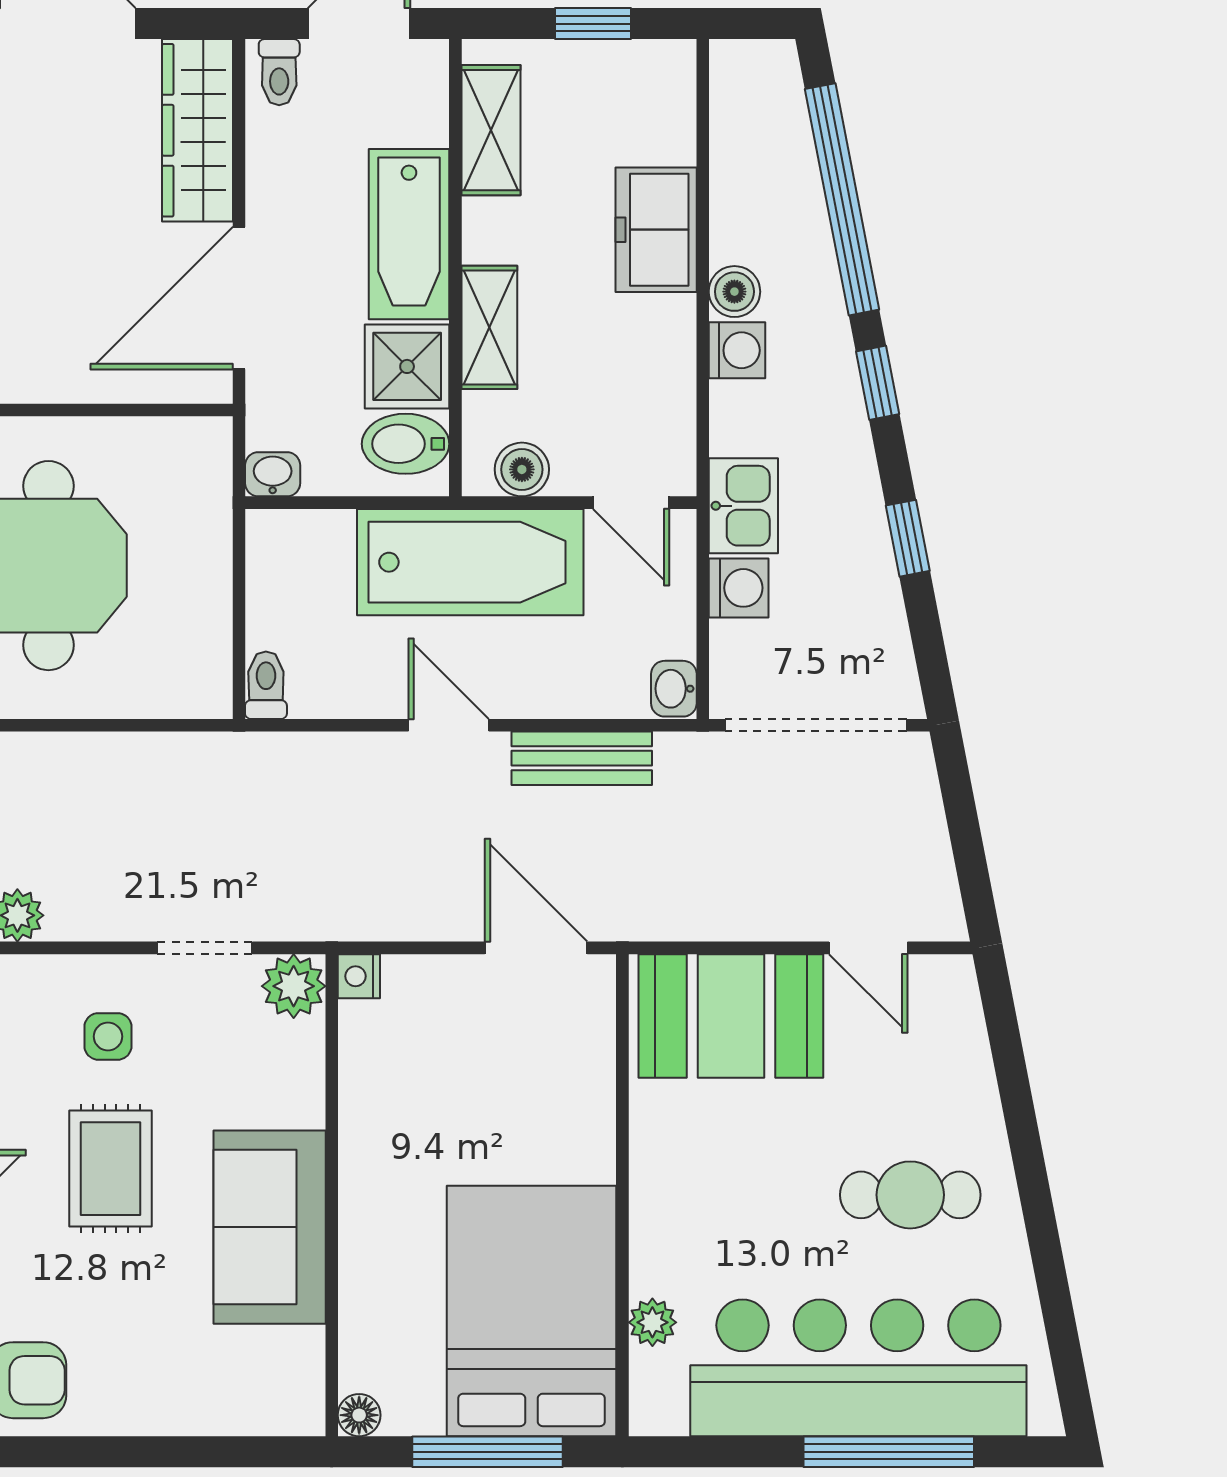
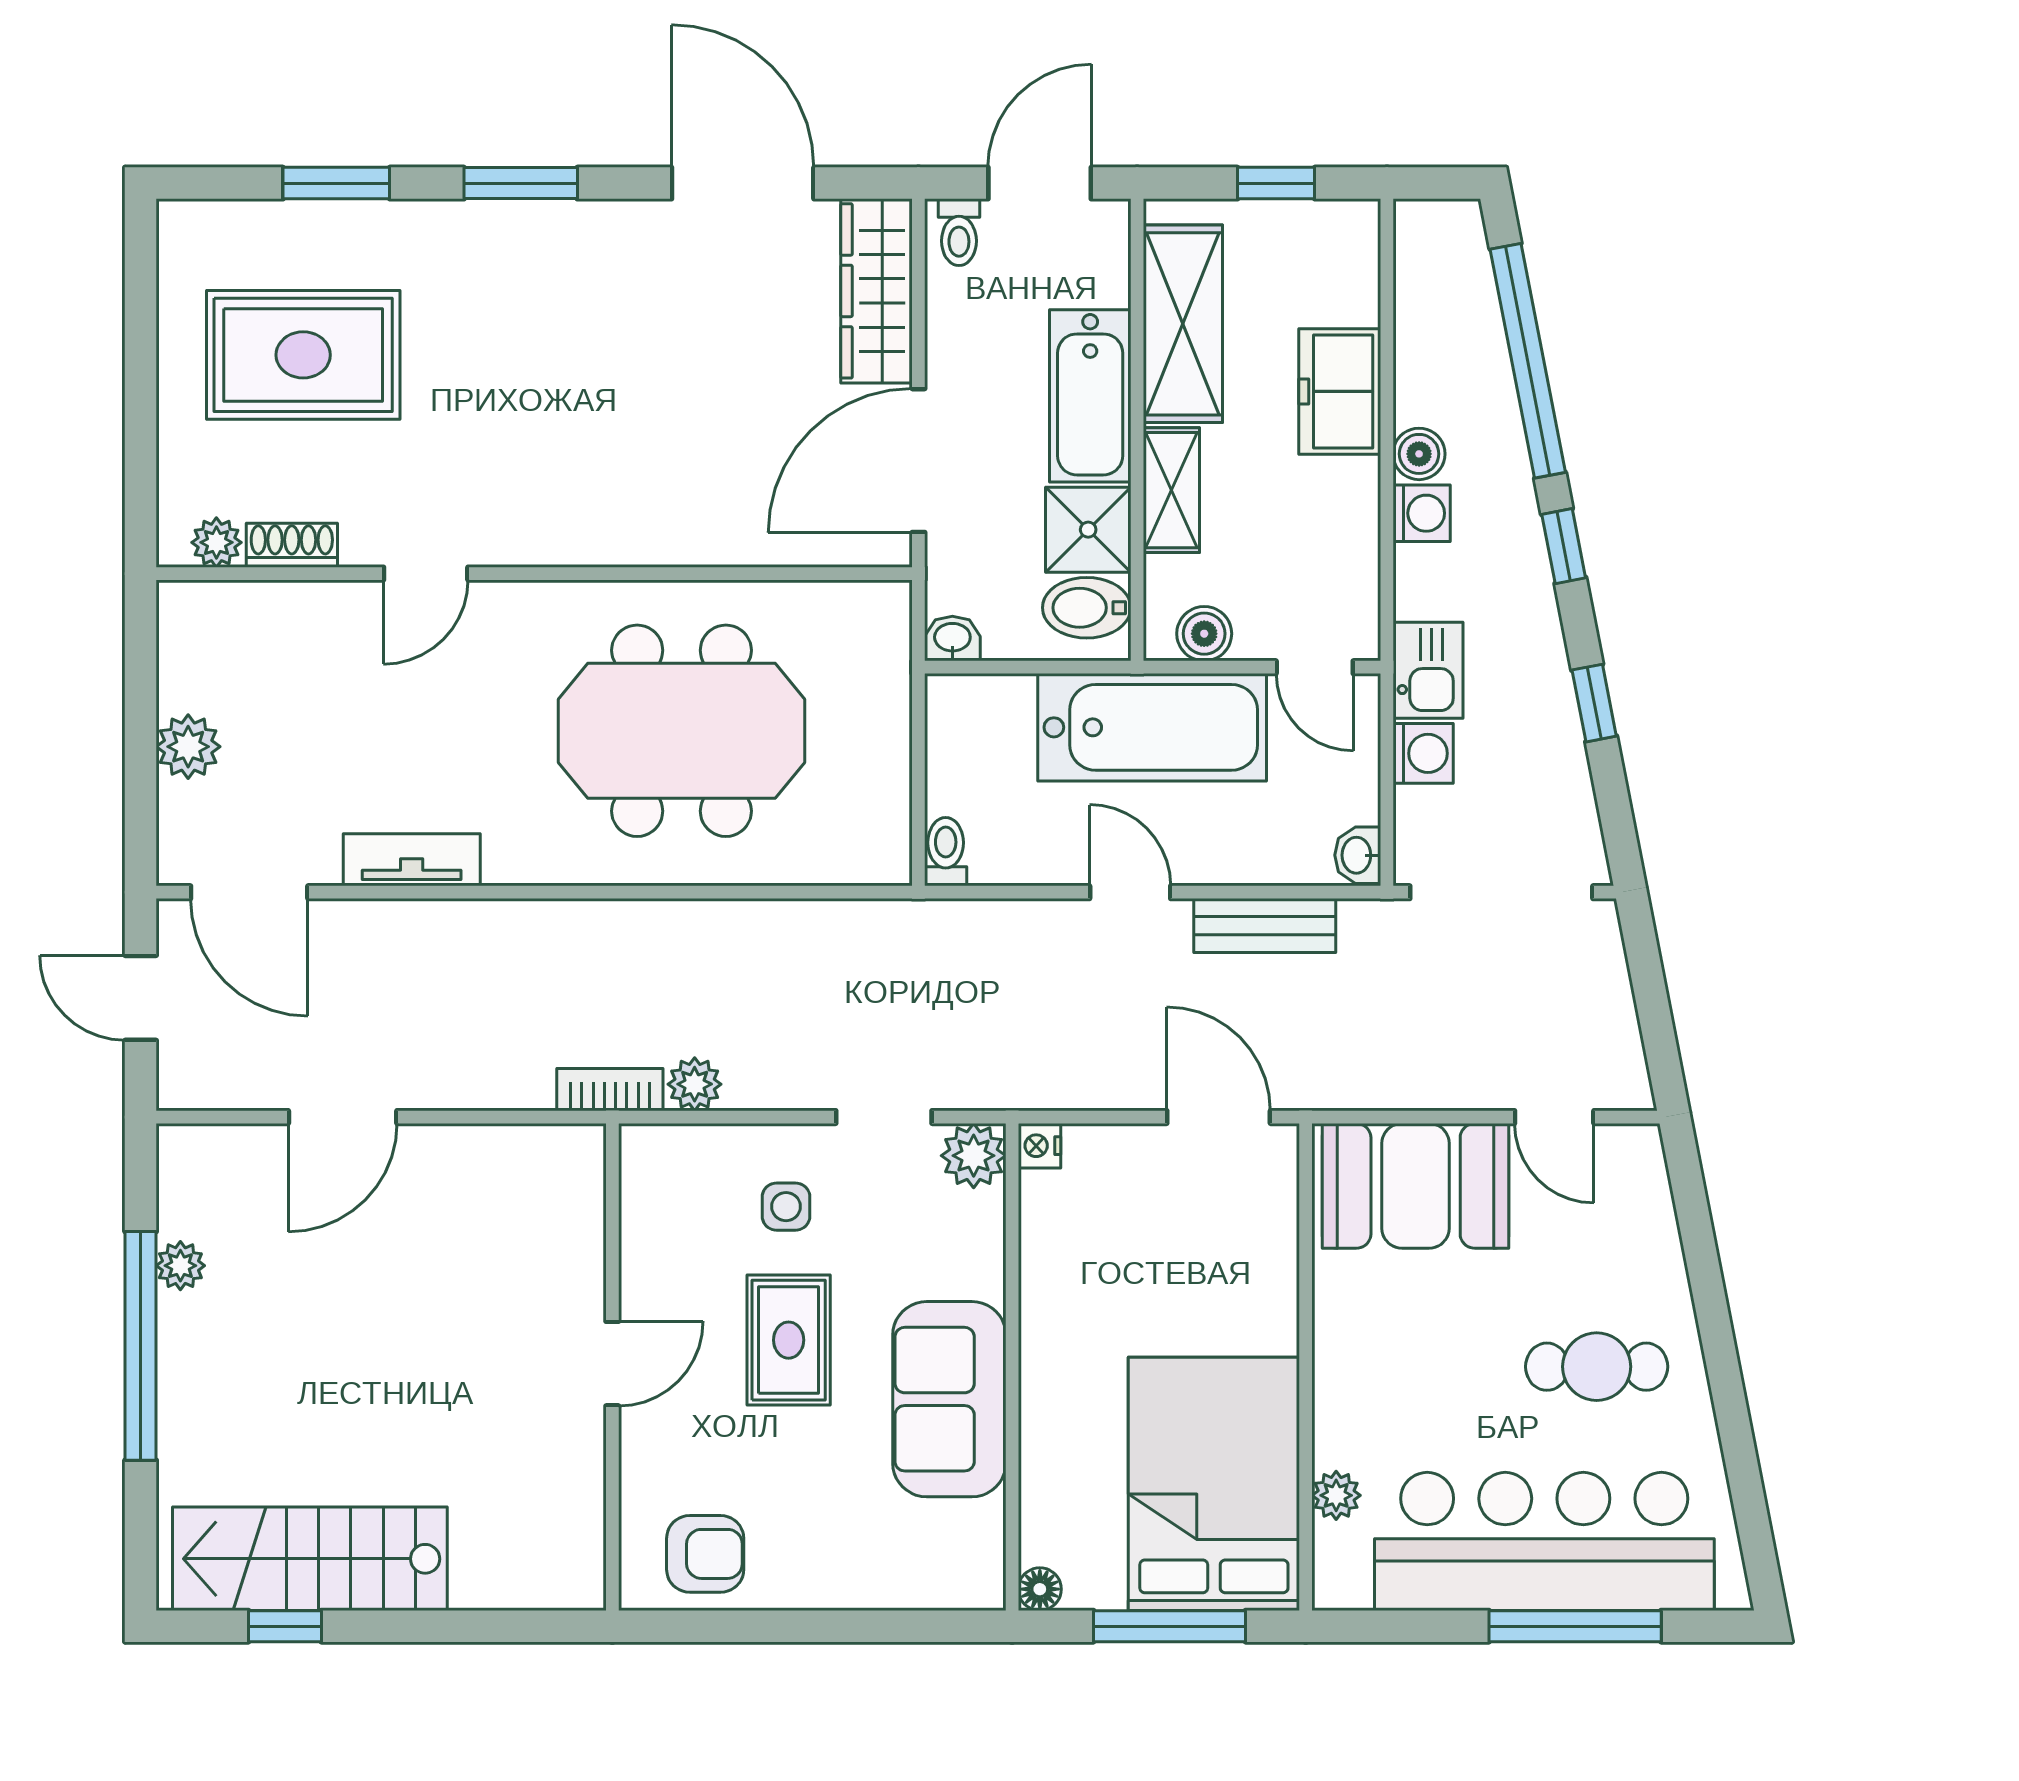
shelving: (491, 130) -> (1183, 324), width x1.50, depth x1.33

